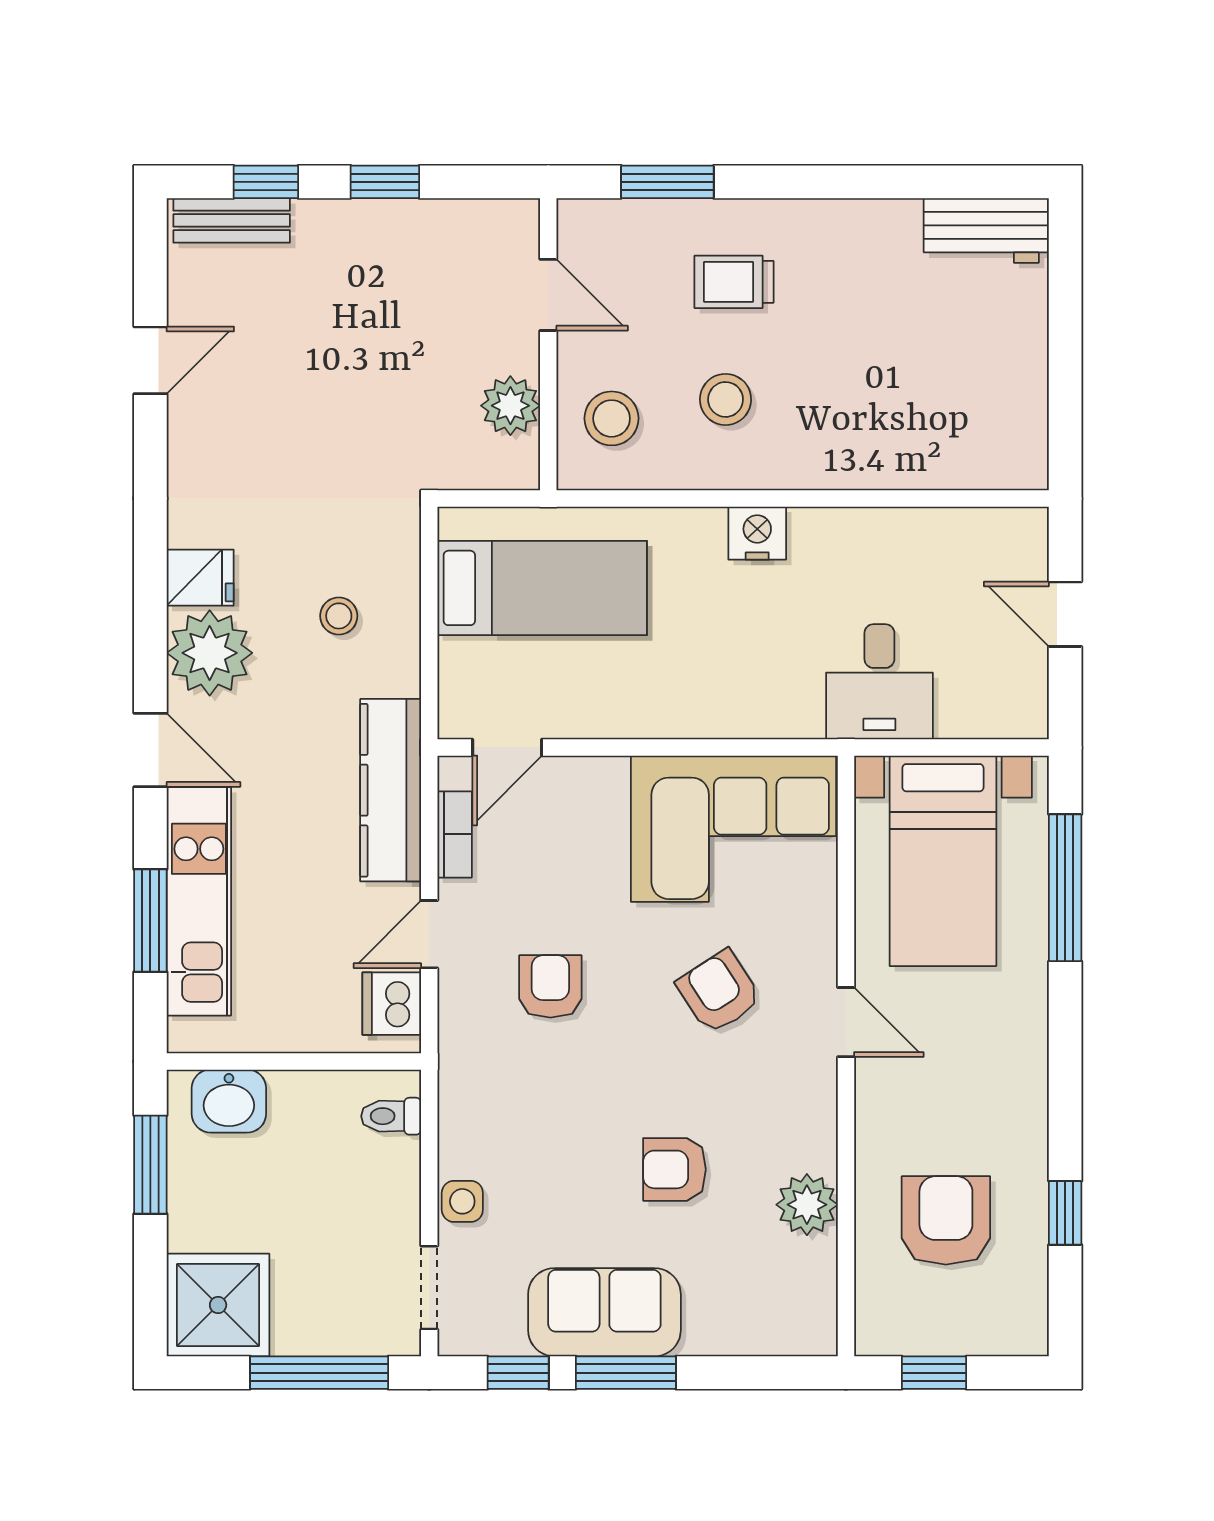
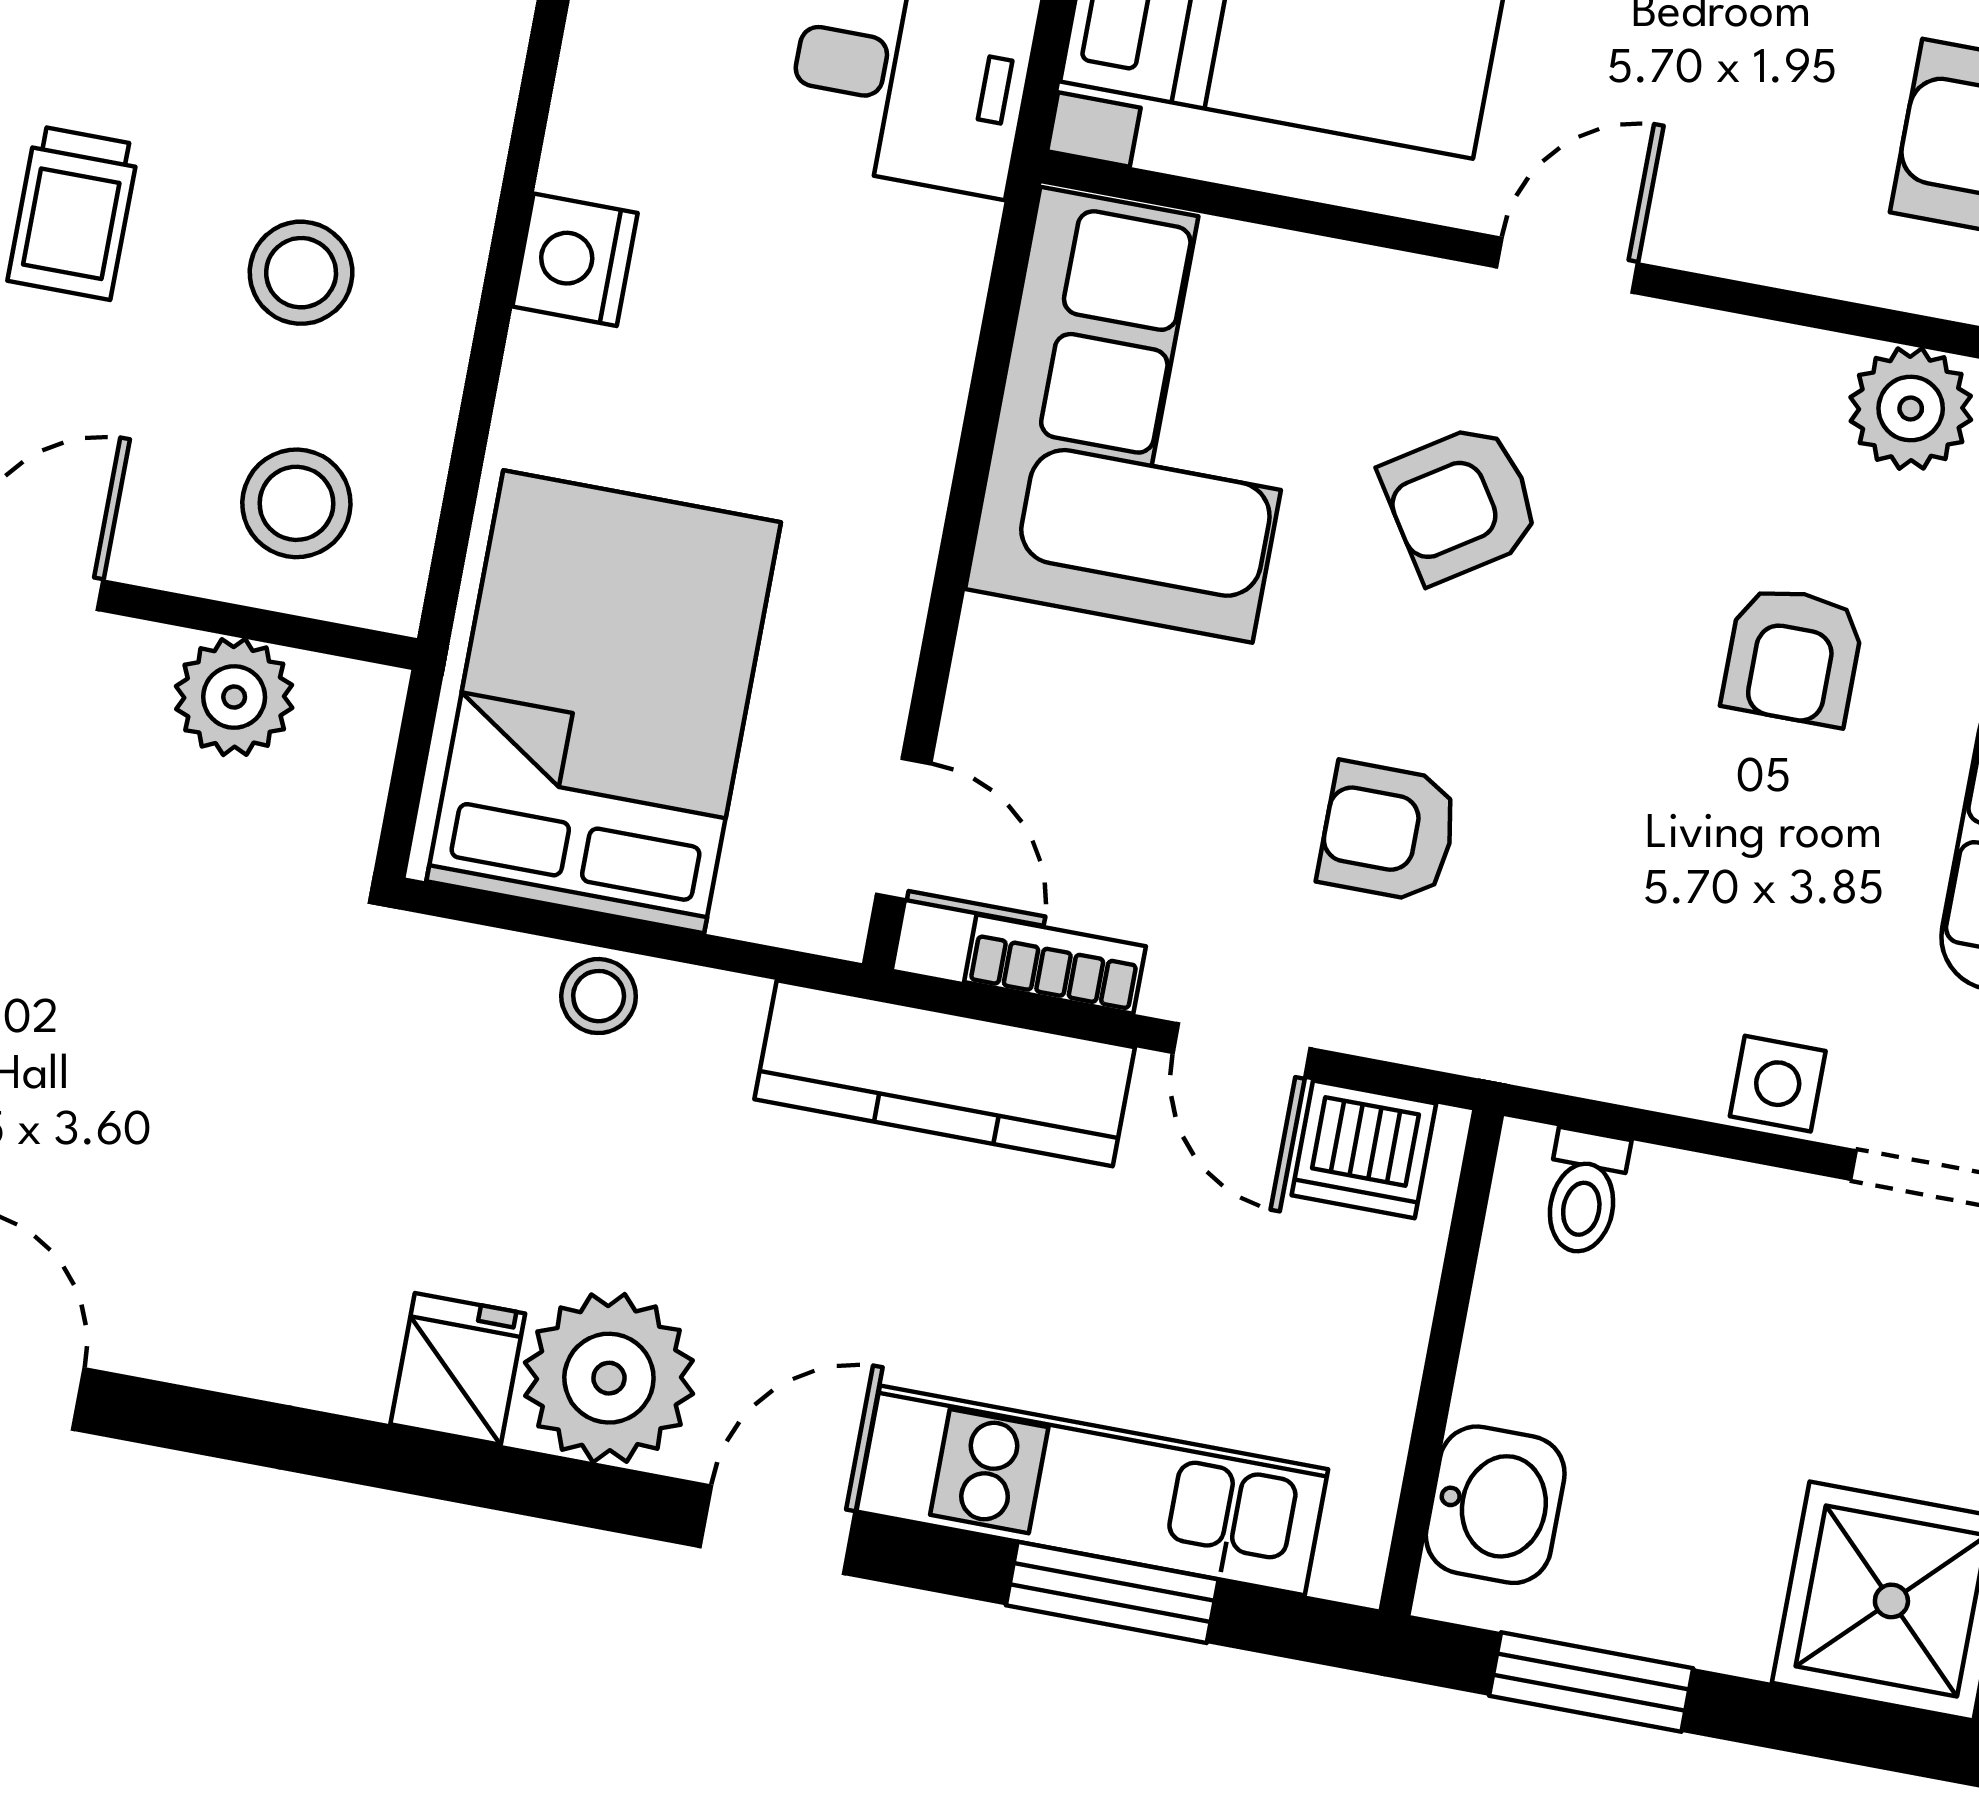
bed: (542, 588) -> (604, 702), width x1.50
stool: (339, 616) -> (599, 996), moved

